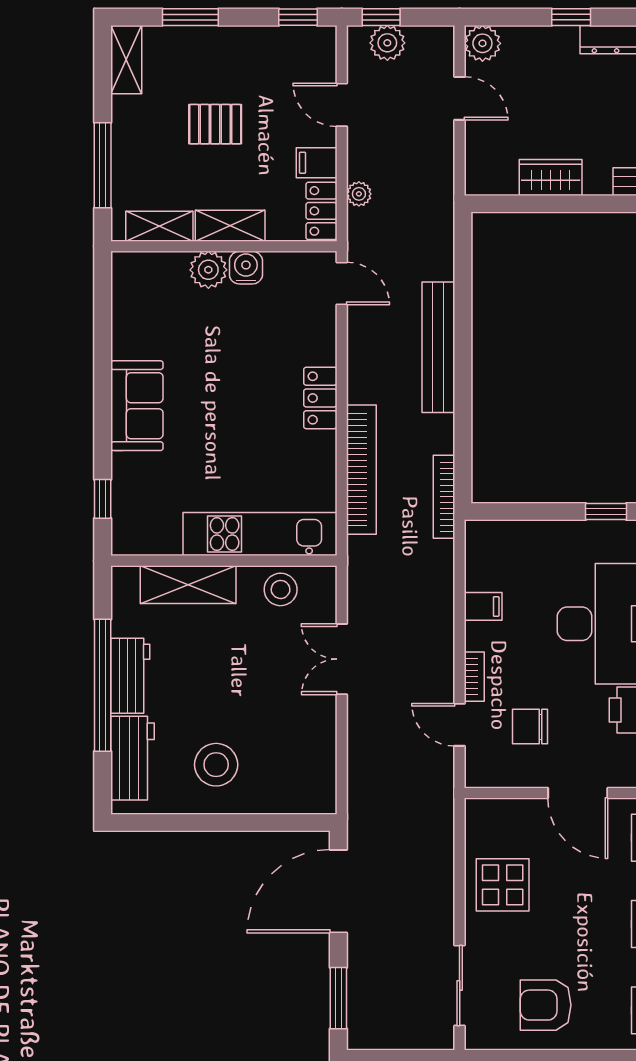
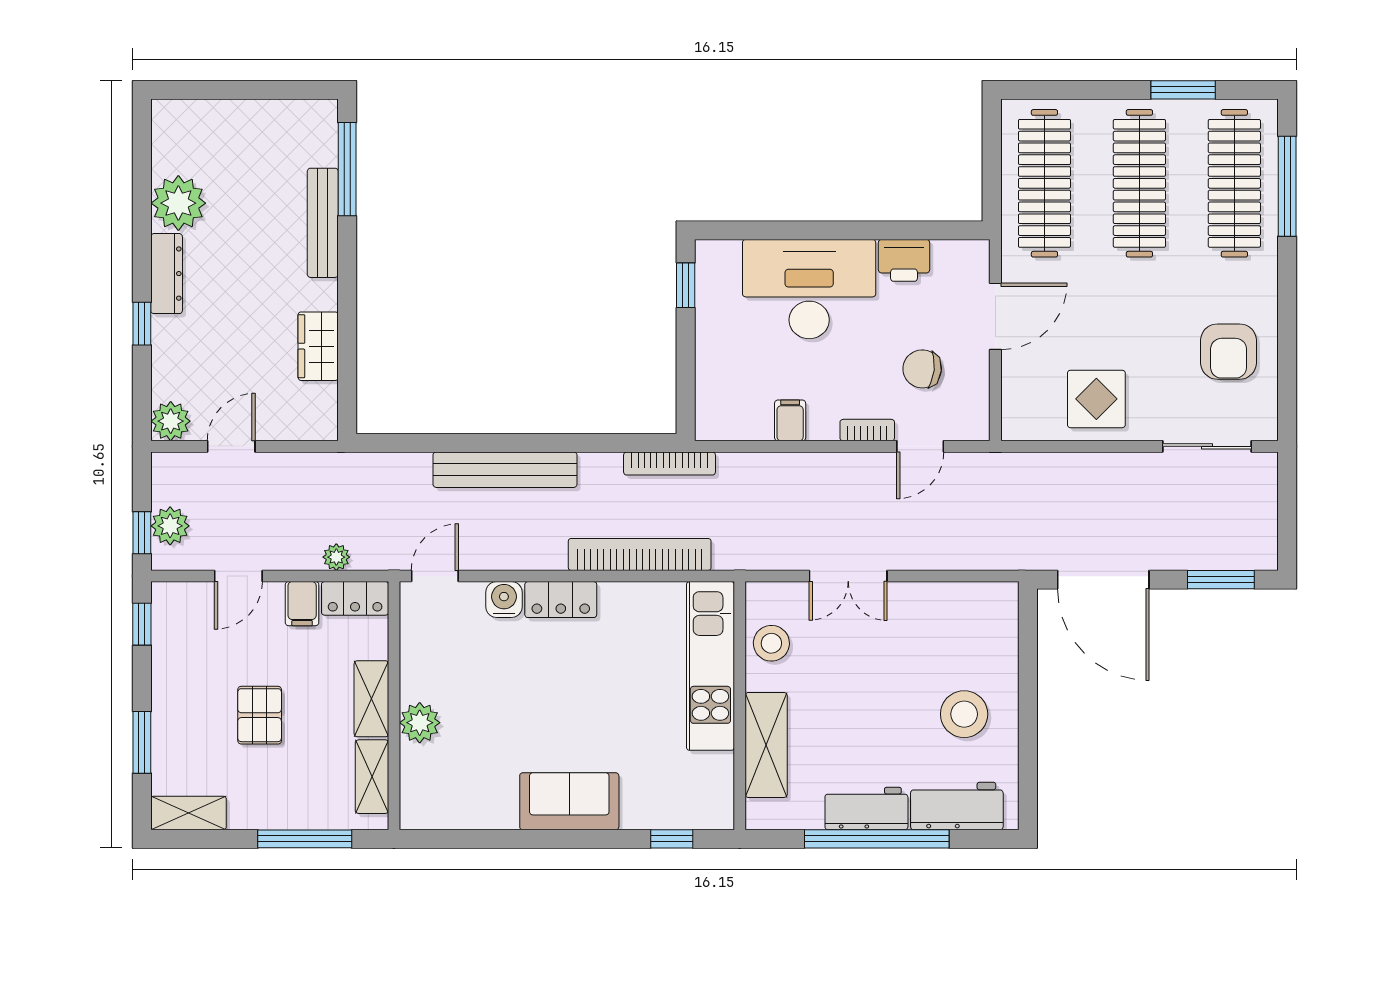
water cooler: (246, 268) -> (504, 600), moved, turned 90
chair: (530, 727) -> (922, 369), turned 96

